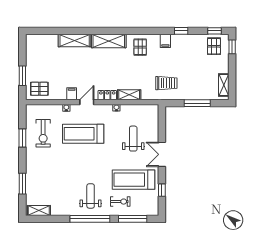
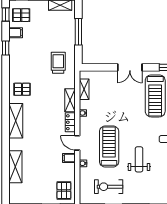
shelving: (75, 40) -> (15, 167), moved
filing cabinet: (165, 41) -> (16, 33), moved
shelving: (140, 109) -> (84, 89), added
exercise bike: (43, 133) -> (109, 187), turned 180
treadmill: (83, 134) -> (109, 147), turned 180
weight bench: (133, 139) -> (139, 159), moved, turned 90

